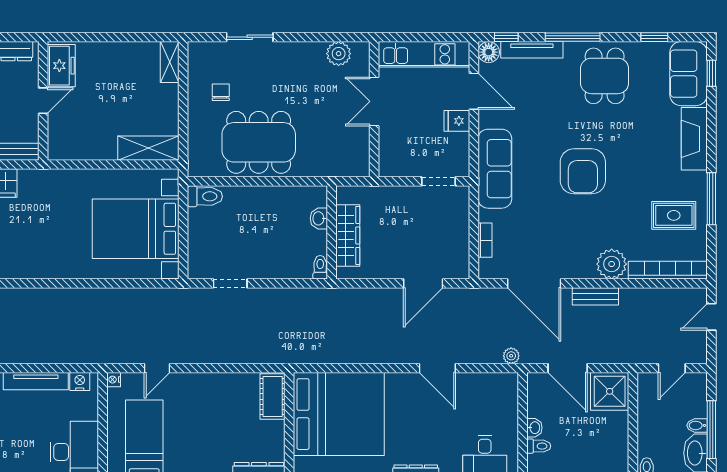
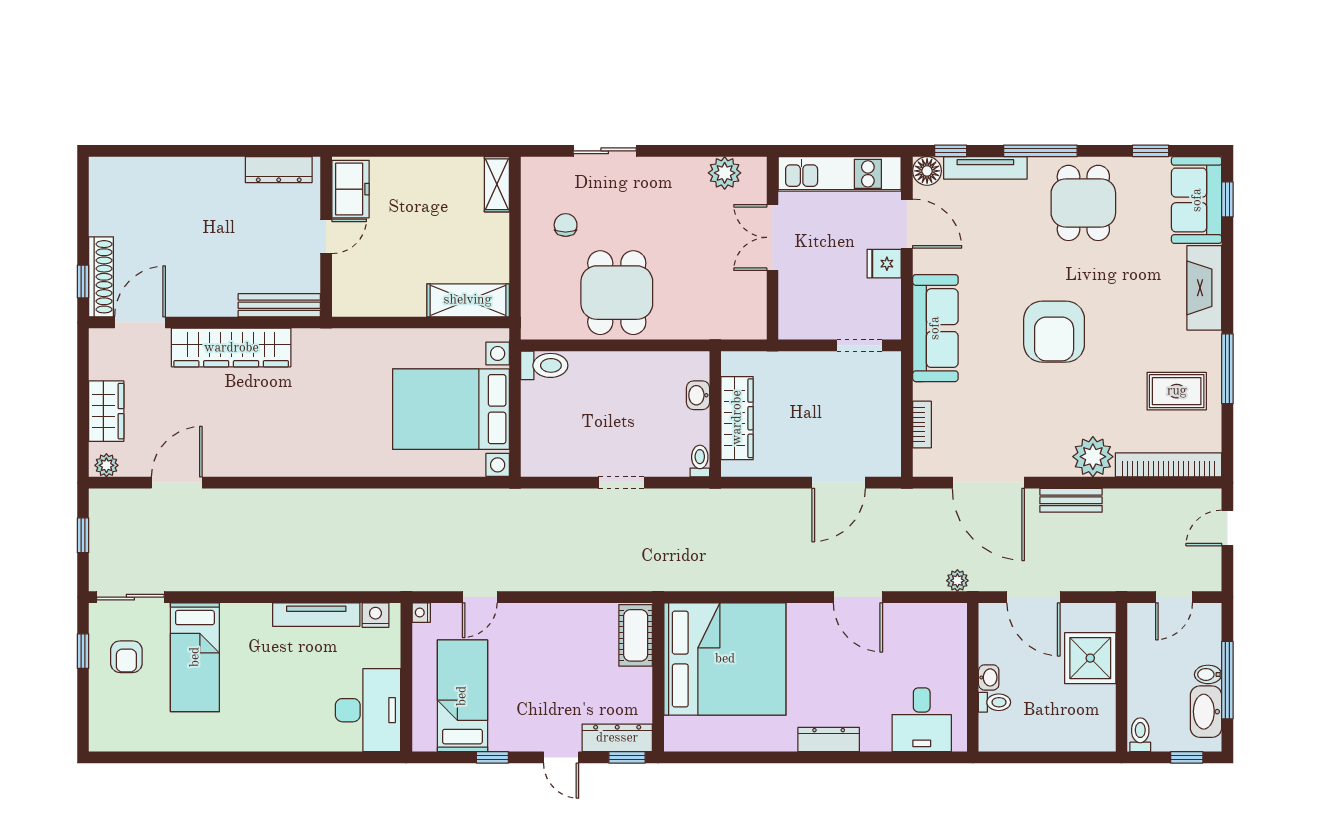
dining table: (259, 142) -> (617, 293), width x0.73
doorway: (230, 283) -> (621, 483), moved
shower: (610, 391) -> (1090, 658), moved

